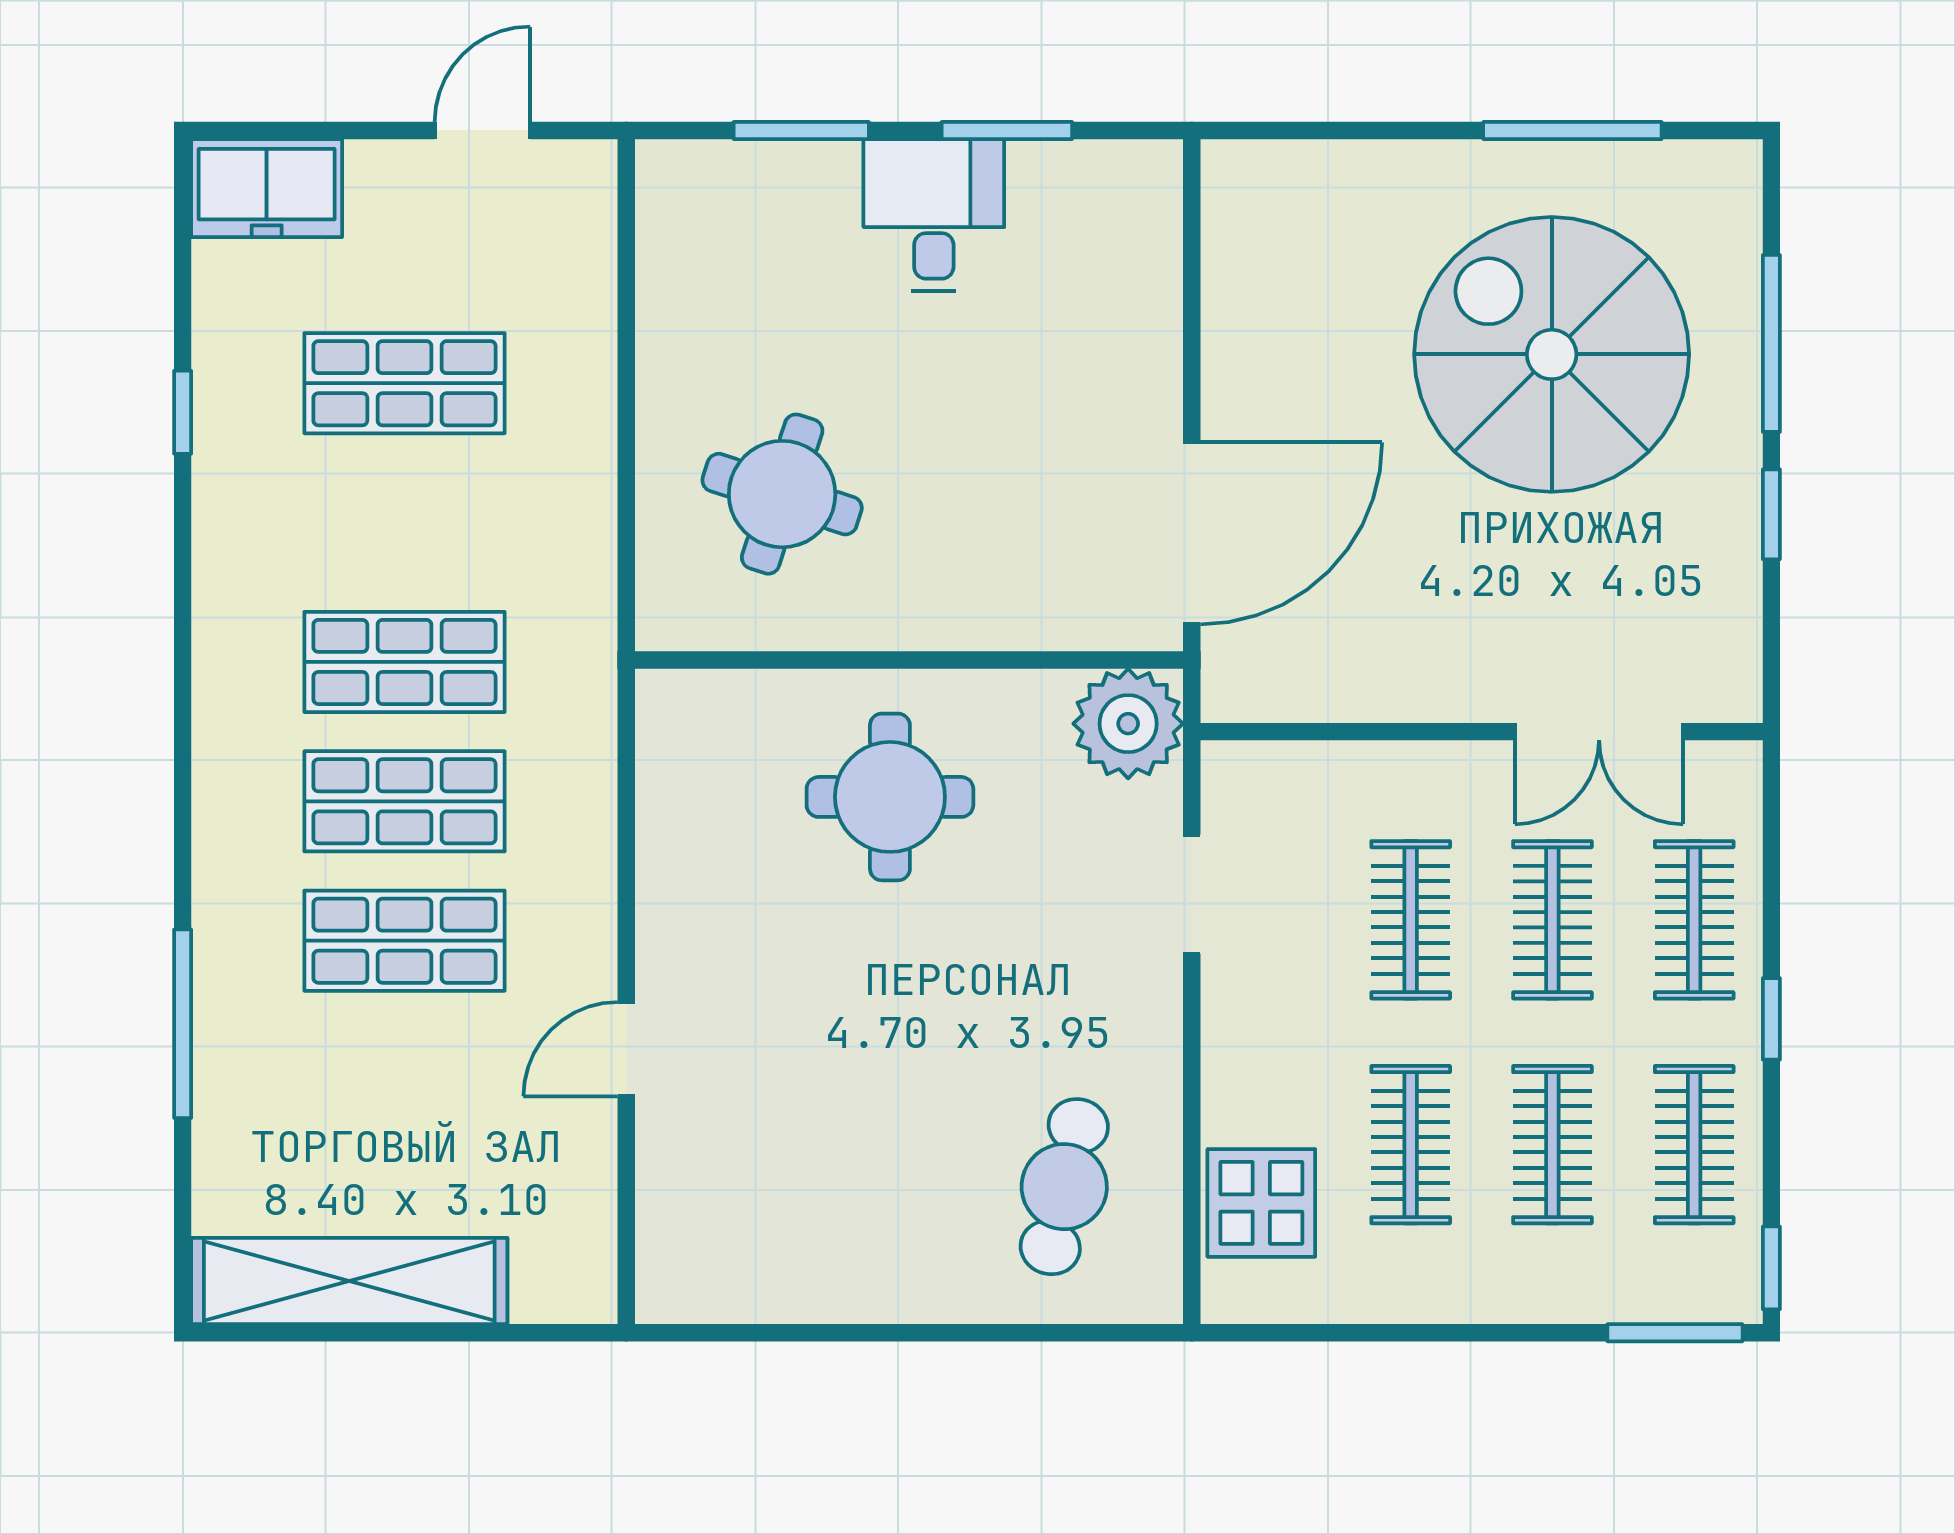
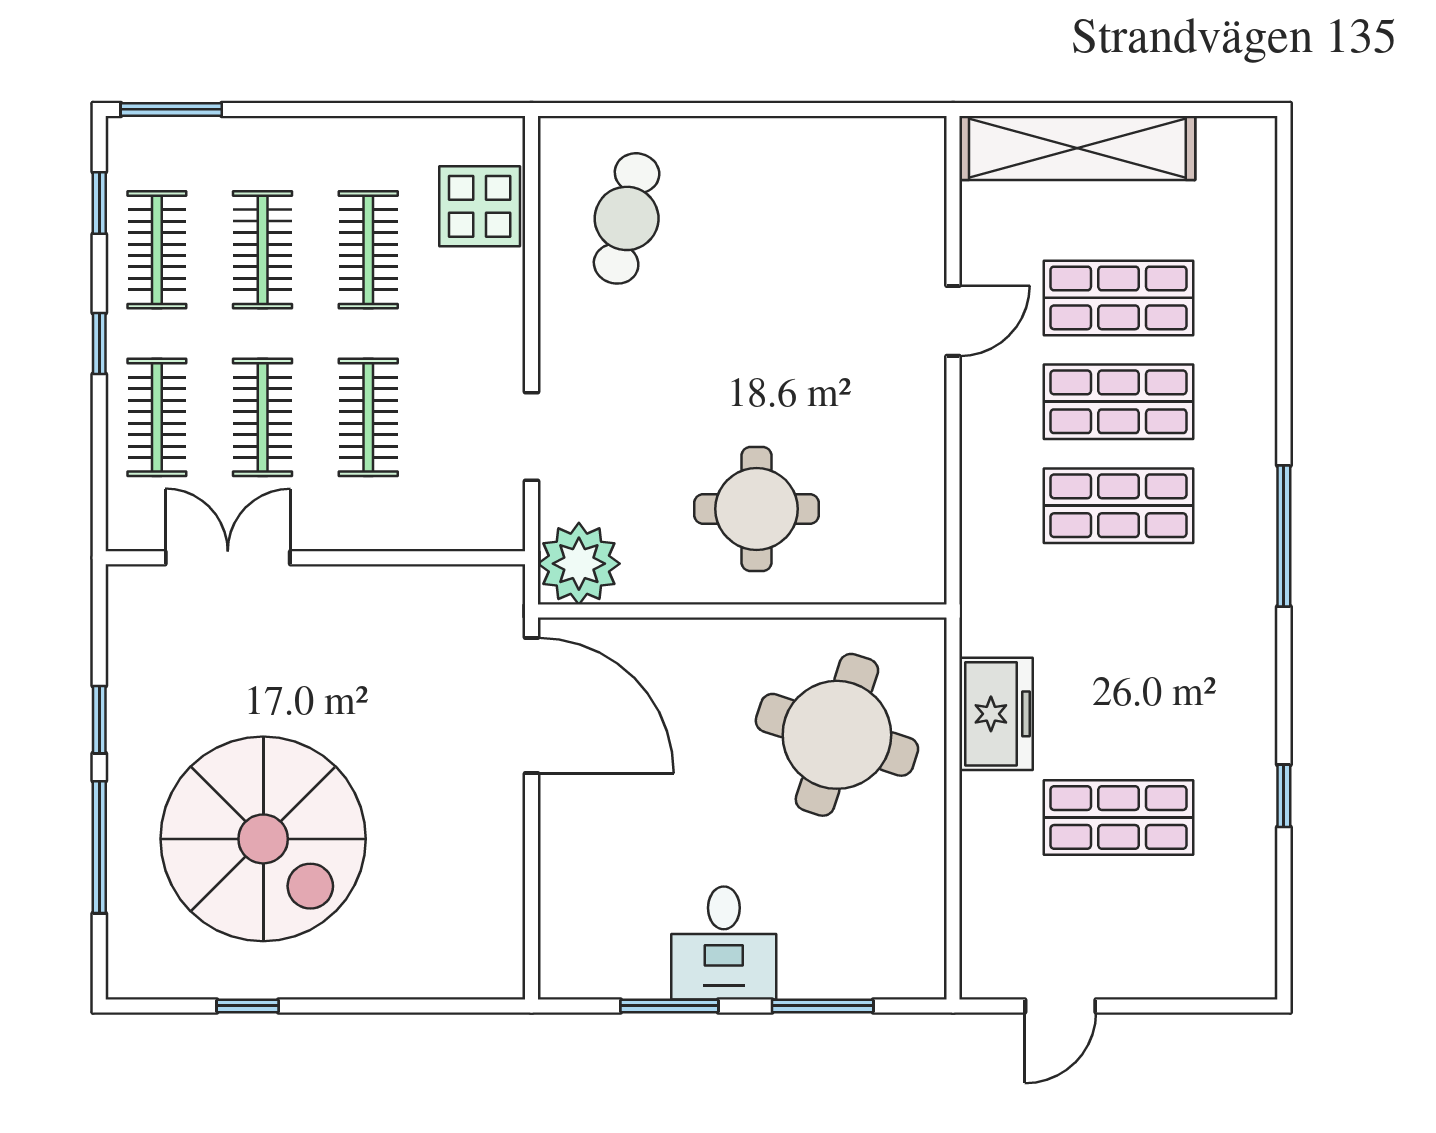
window: (1572, 130) -> (248, 1006), width x0.46
freezer: (267, 188) -> (996, 714), moved, turned 90
round table: (782, 494) -> (837, 735), width x1.36, depth x1.36
door: (1192, 533) -> (532, 705), swing flipped
shop shelf: (404, 662) -> (1118, 298), moved
window: (183, 1024) -> (1284, 536), moved
window: (1771, 1268) -> (99, 203), moved
shelving: (349, 1281) -> (1077, 148), moved

